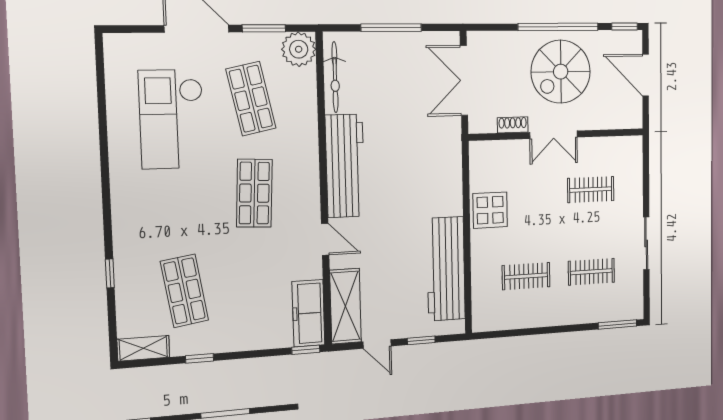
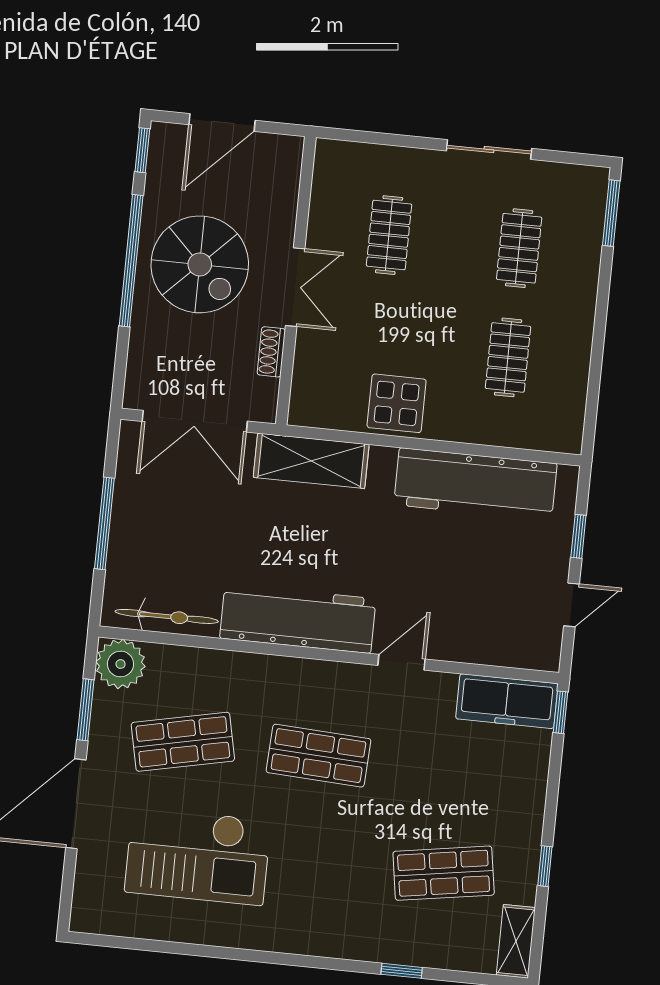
shelving: (345, 306) -> (311, 461), moved

